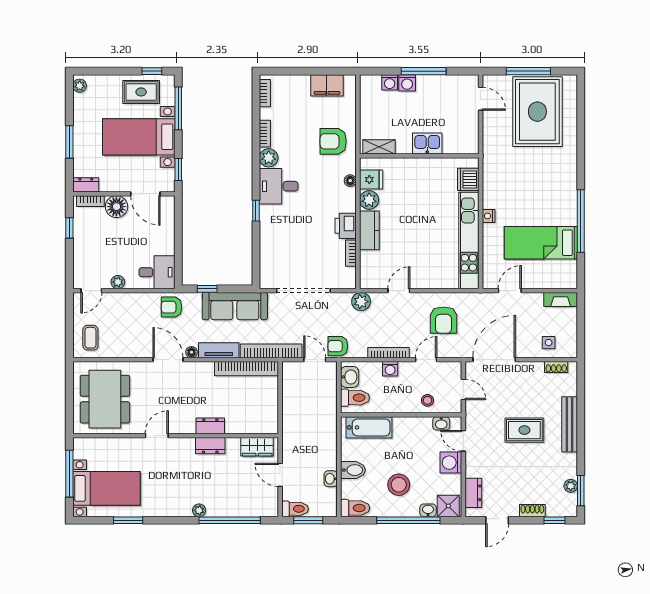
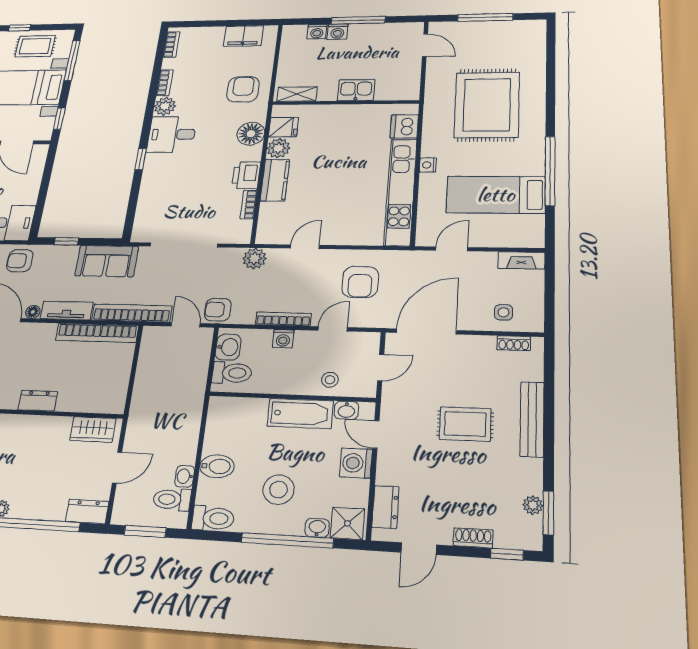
window: (152, 71) -> (20, 28), moved
rug: (537, 112) -> (487, 105), moved
armchair: (333, 141) -> (243, 89), turned 90
floor lamp: (350, 181) -> (251, 134), width x1.89, depth x1.89
sofa: (235, 306) -> (107, 261), width x0.73
door: (463, 389) -> (381, 368), hinge flipped
bathtub: (369, 427) -> (300, 414), moved
dresser: (210, 446) -> (87, 512), moved, turned 180
door: (280, 475) -> (117, 468), swing flipped
toilet: (295, 509) -> (172, 499), moved, turned 180

